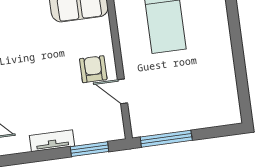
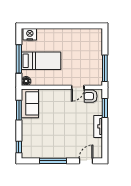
armchair: (93, 69) -> (91, 96), moved

